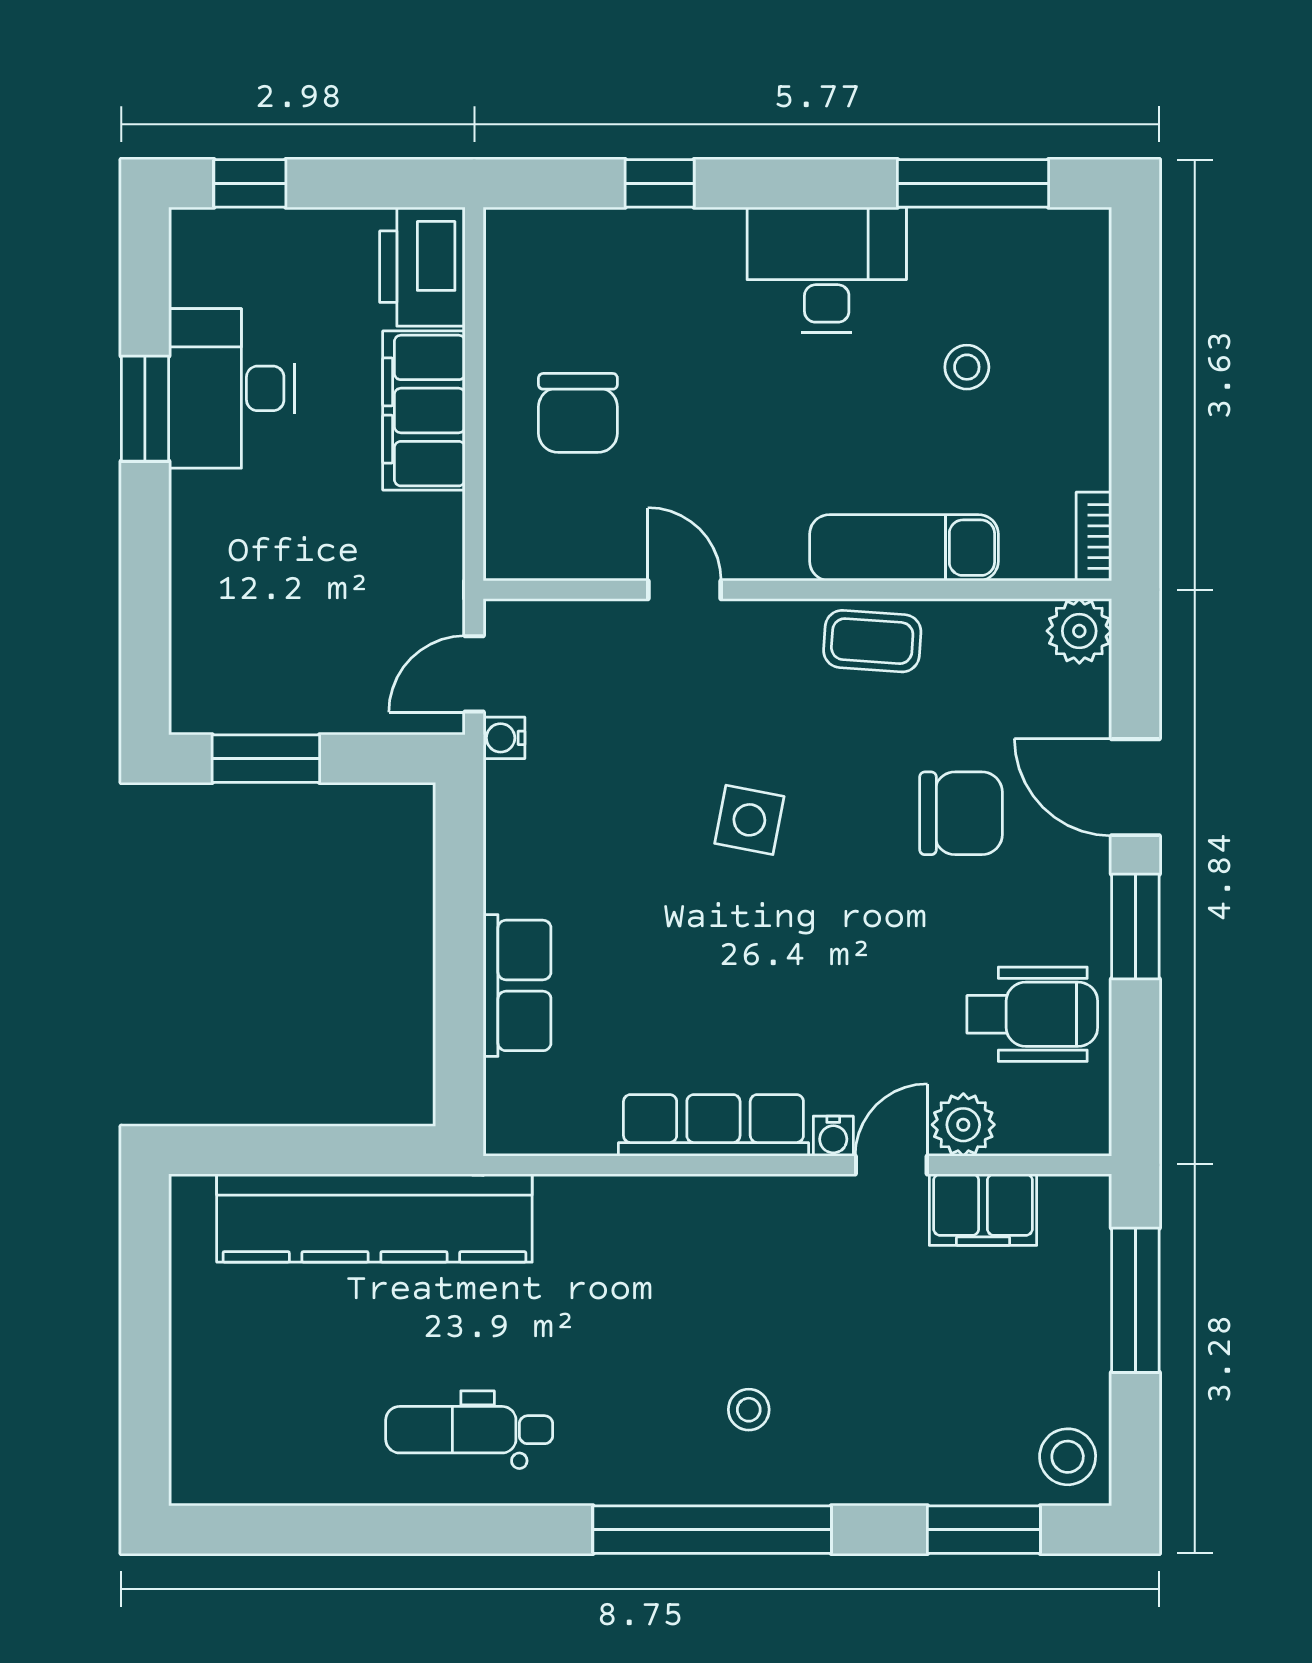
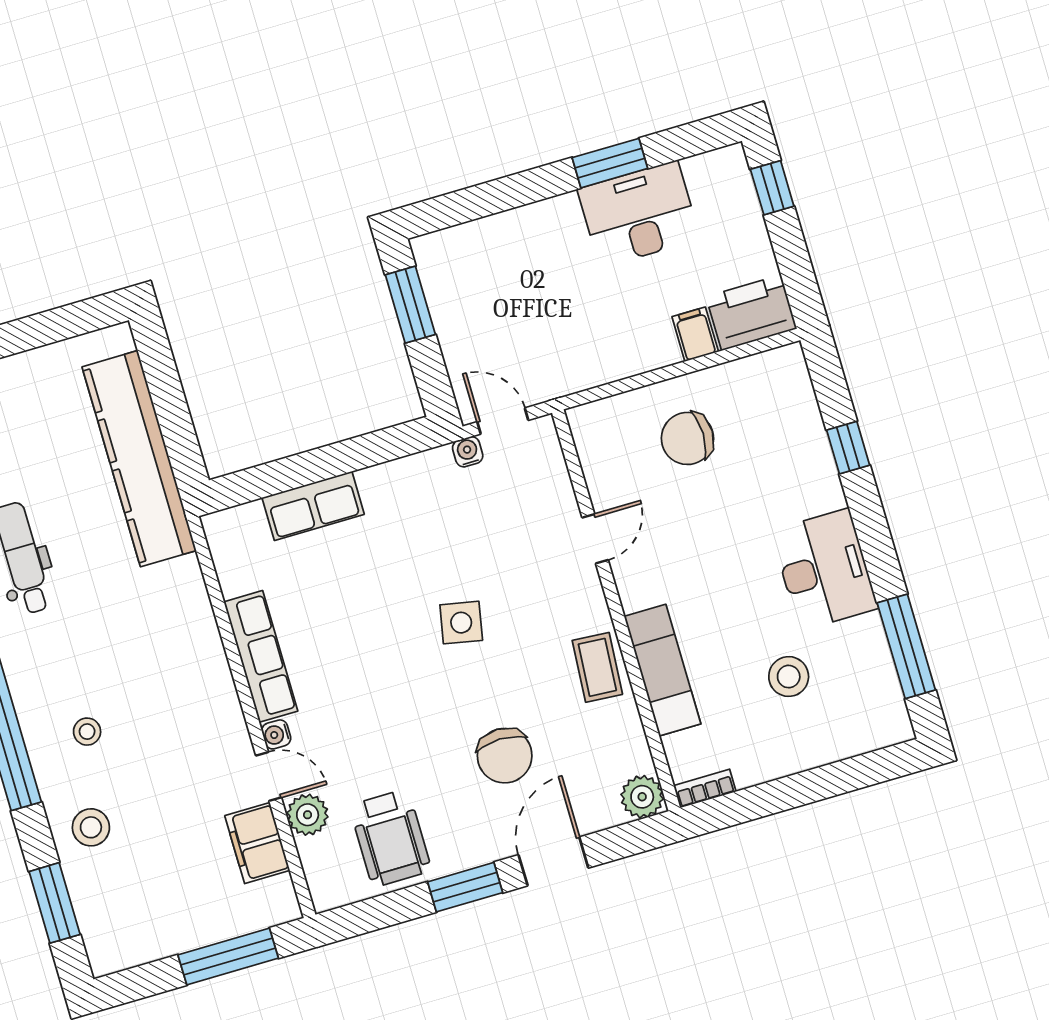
stool: (967, 367) -> (789, 677), width x1.37, depth x1.37
filing cabinet: (424, 411) -> (695, 334), width x0.33, depth x0.86
stool: (1068, 1457) -> (91, 827), moved

